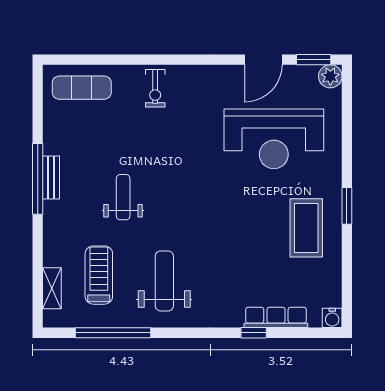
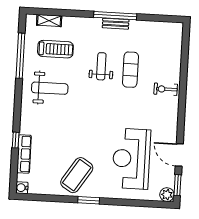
exercise mat: (82, 88) -> (130, 70), moved
weight bench: (123, 197) -> (101, 66), turned -90
coffee table: (306, 228) -> (77, 175), turned -57

